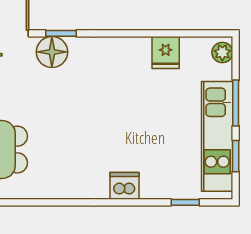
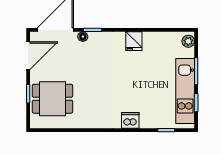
floor lamp: (52, 52) -> (83, 37), width x0.53, depth x0.53
fridge: (166, 52) -> (134, 41), moved

